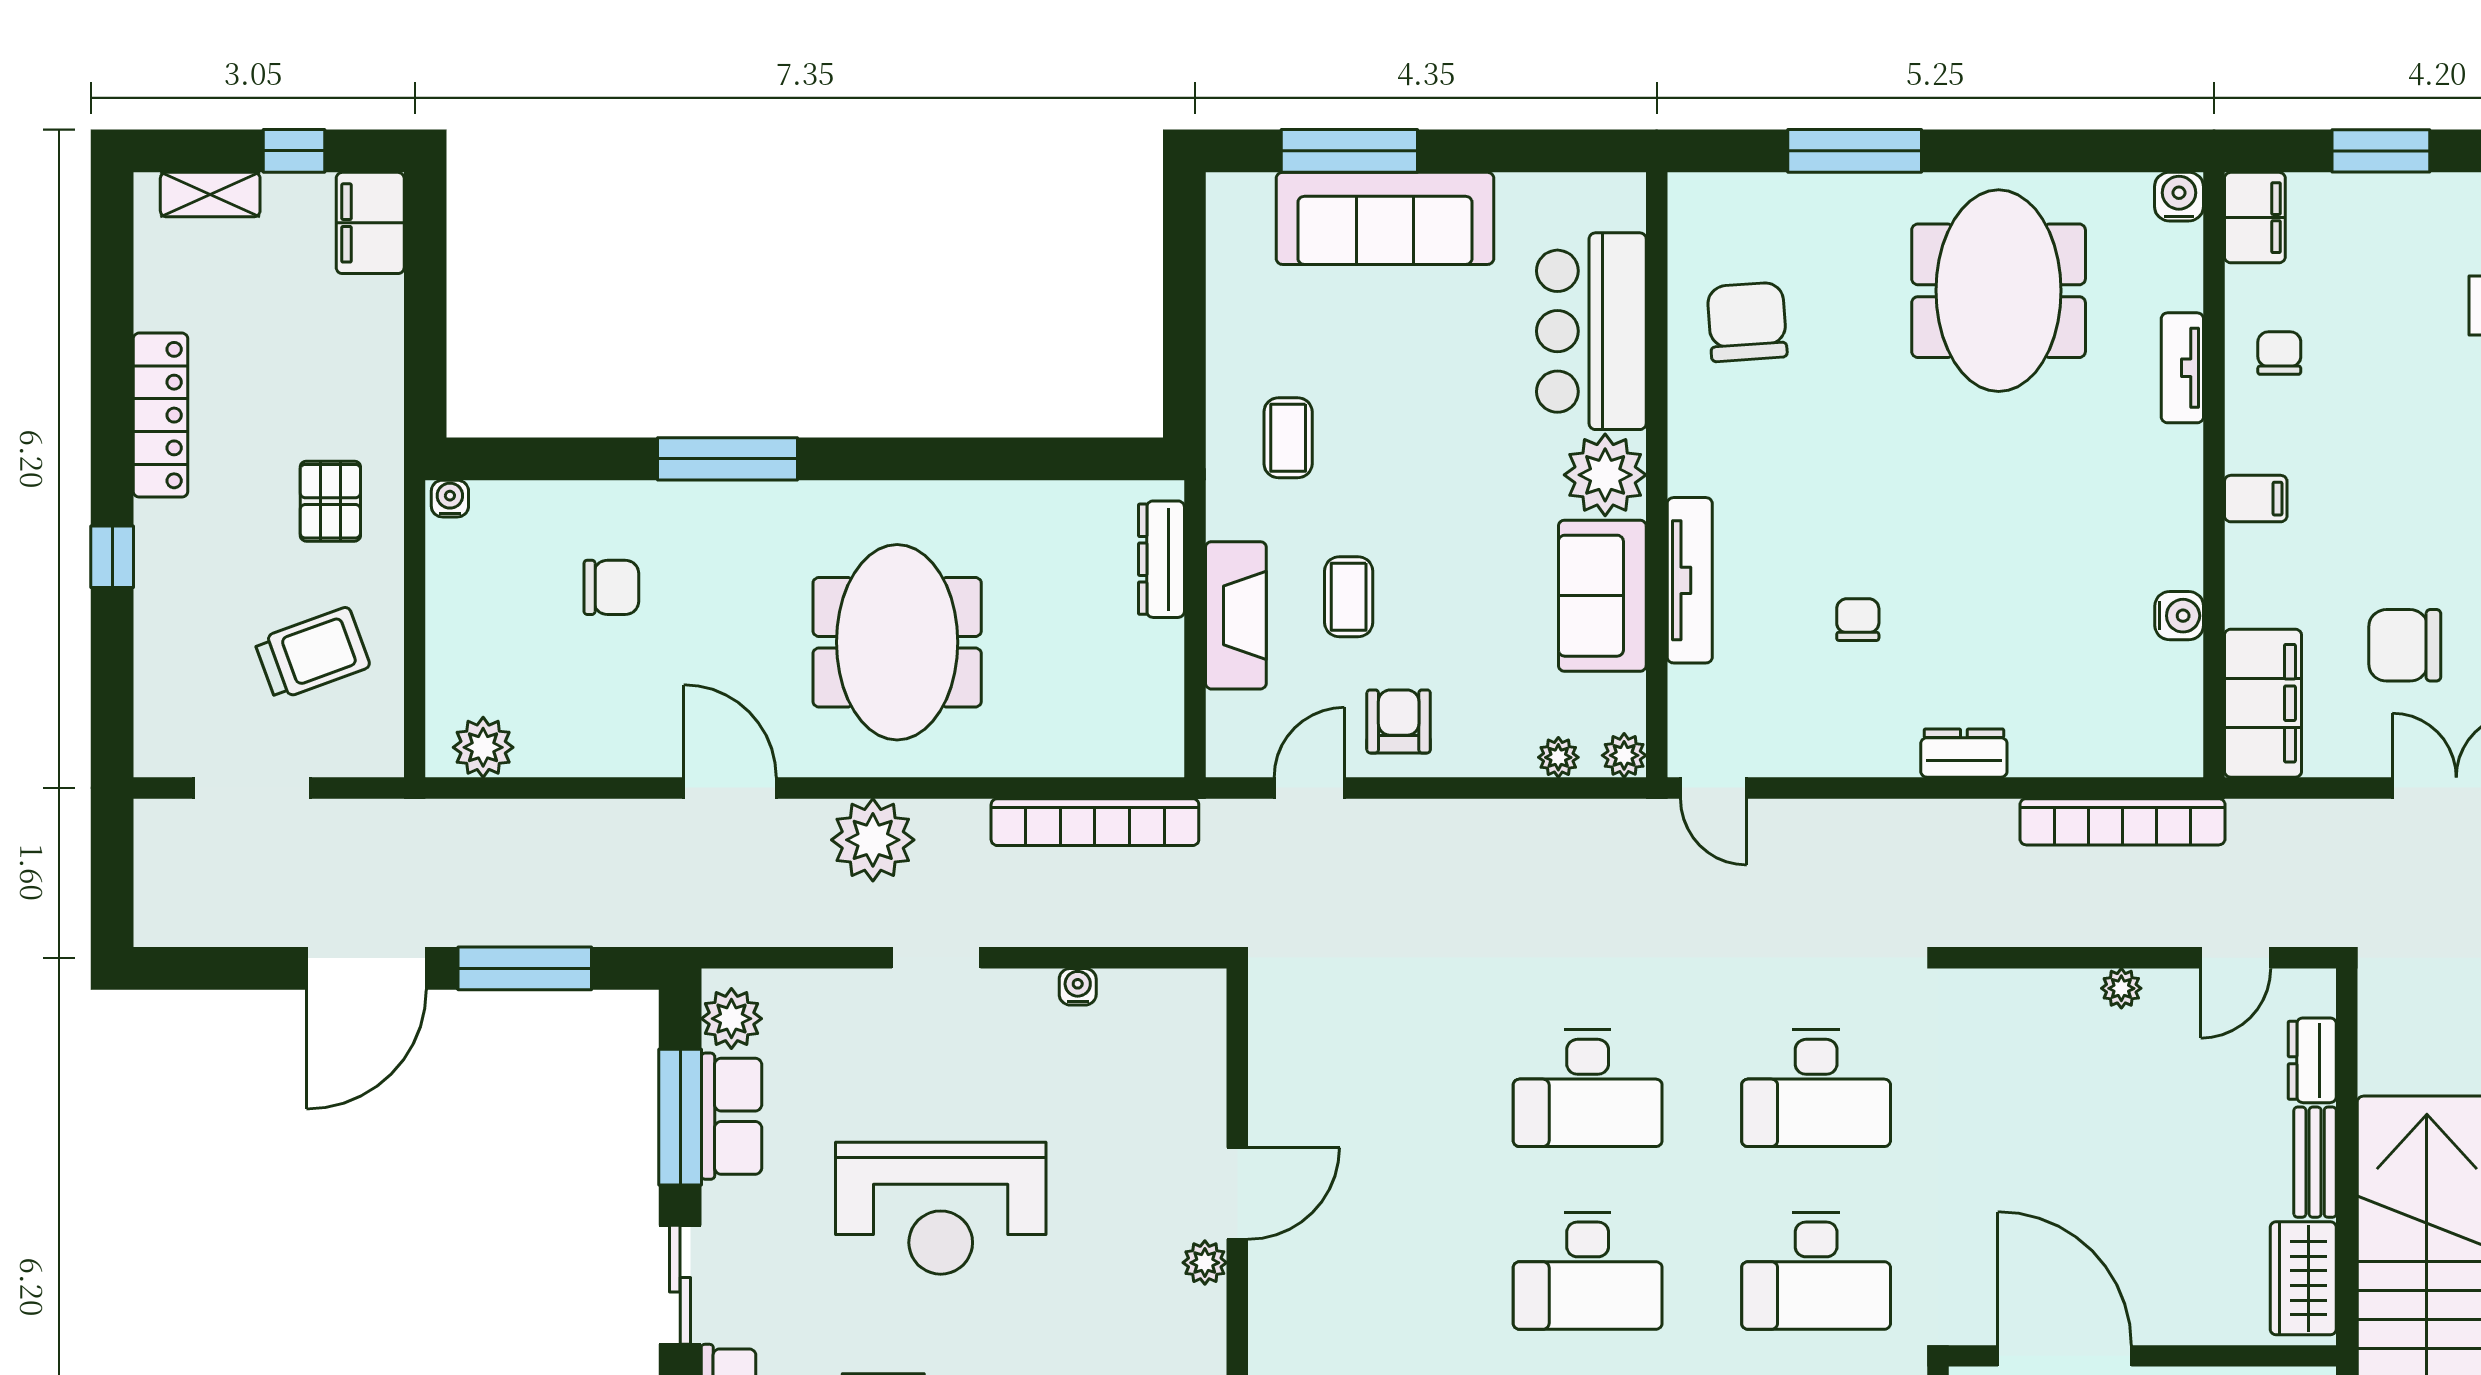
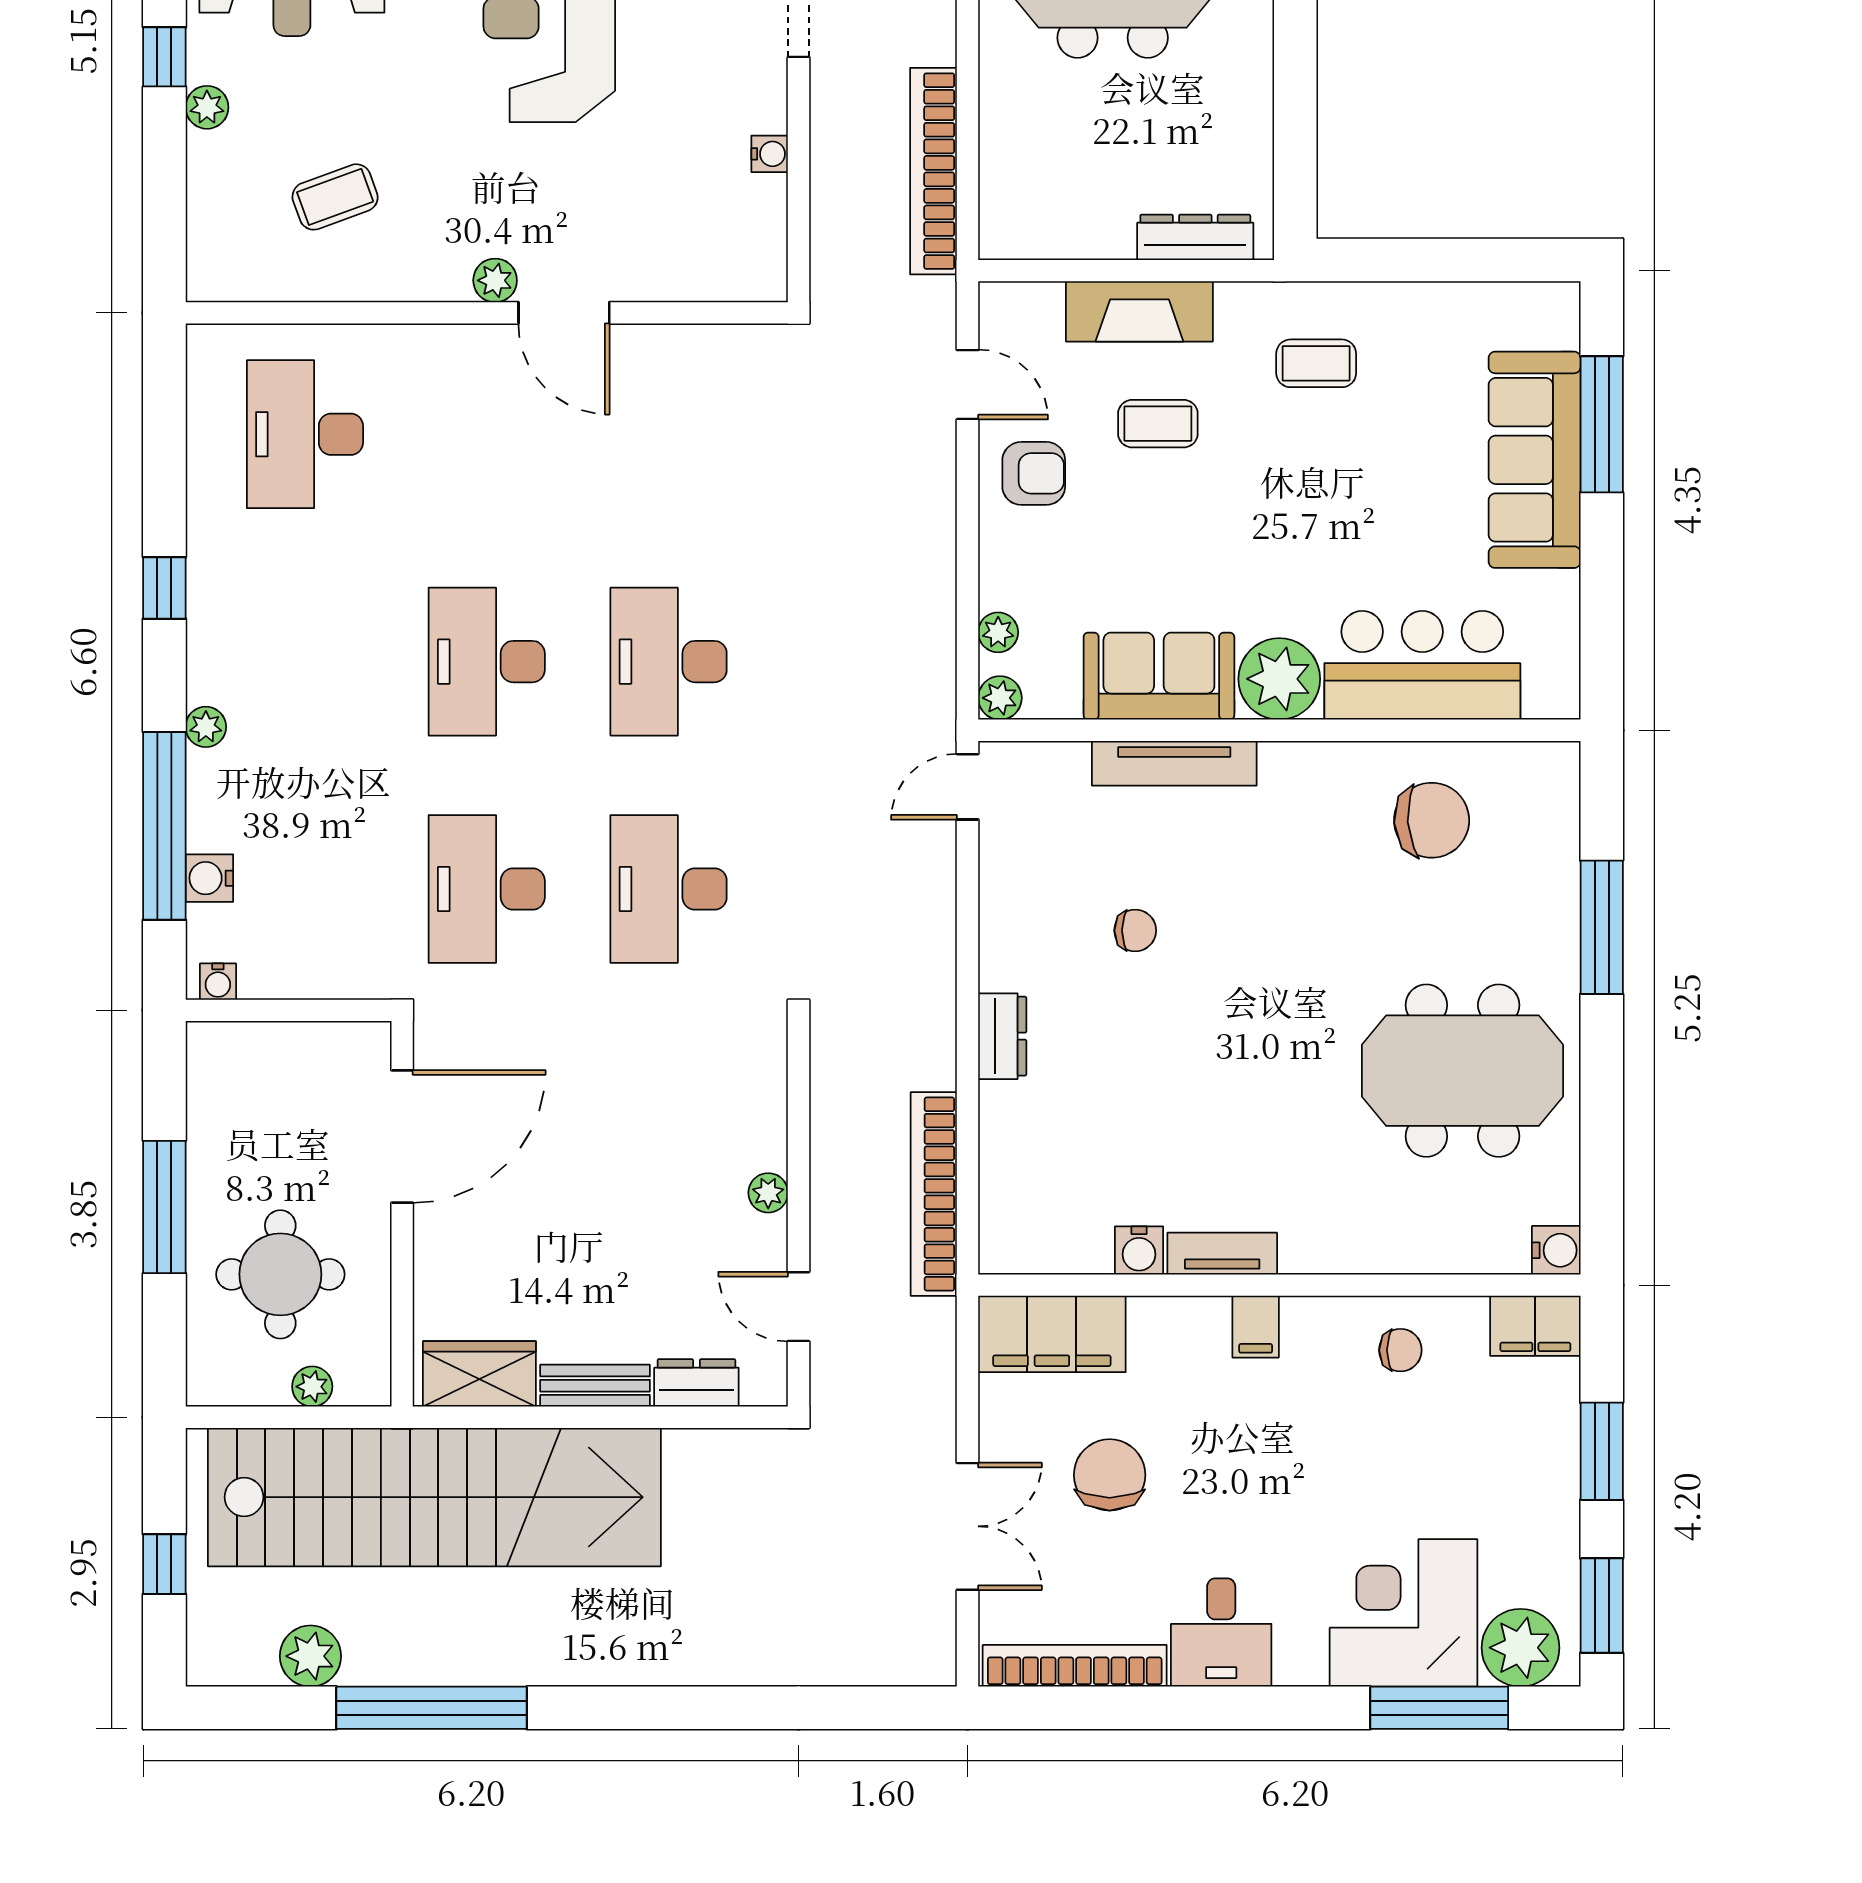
tv unit: (2182, 368) -> (1222, 1254), moved

